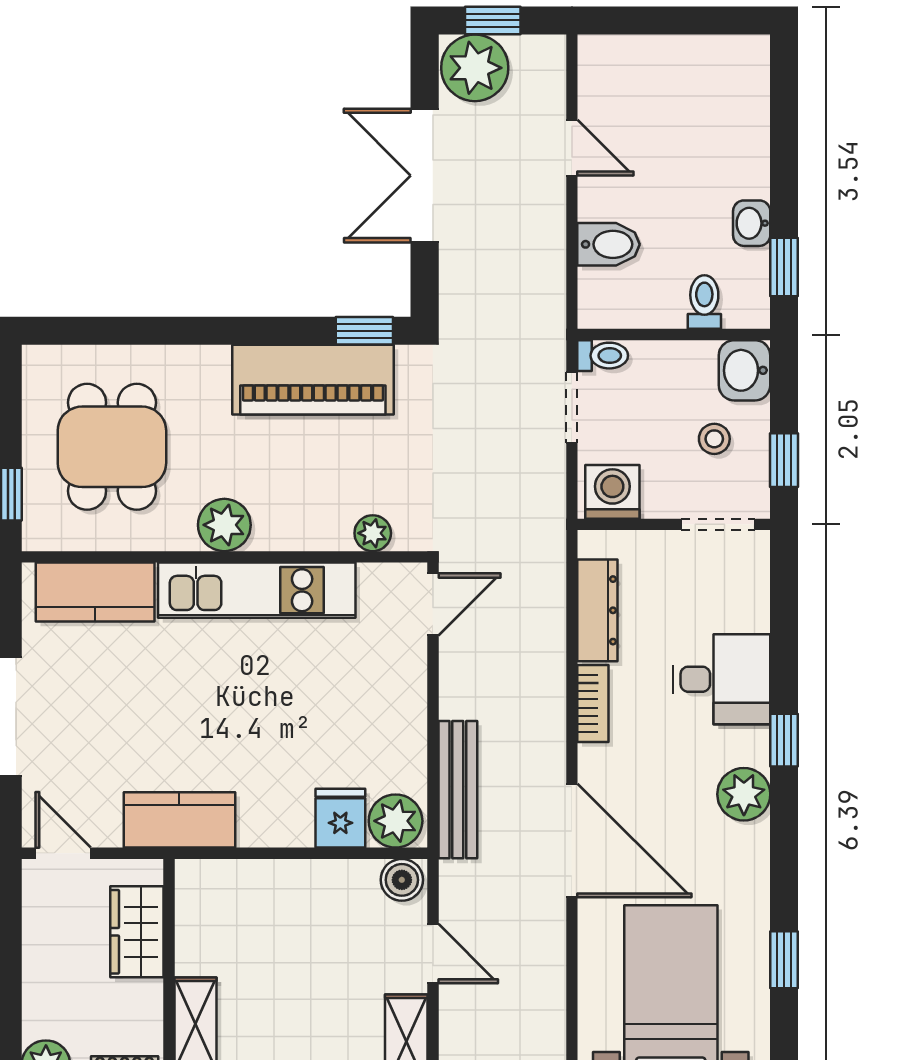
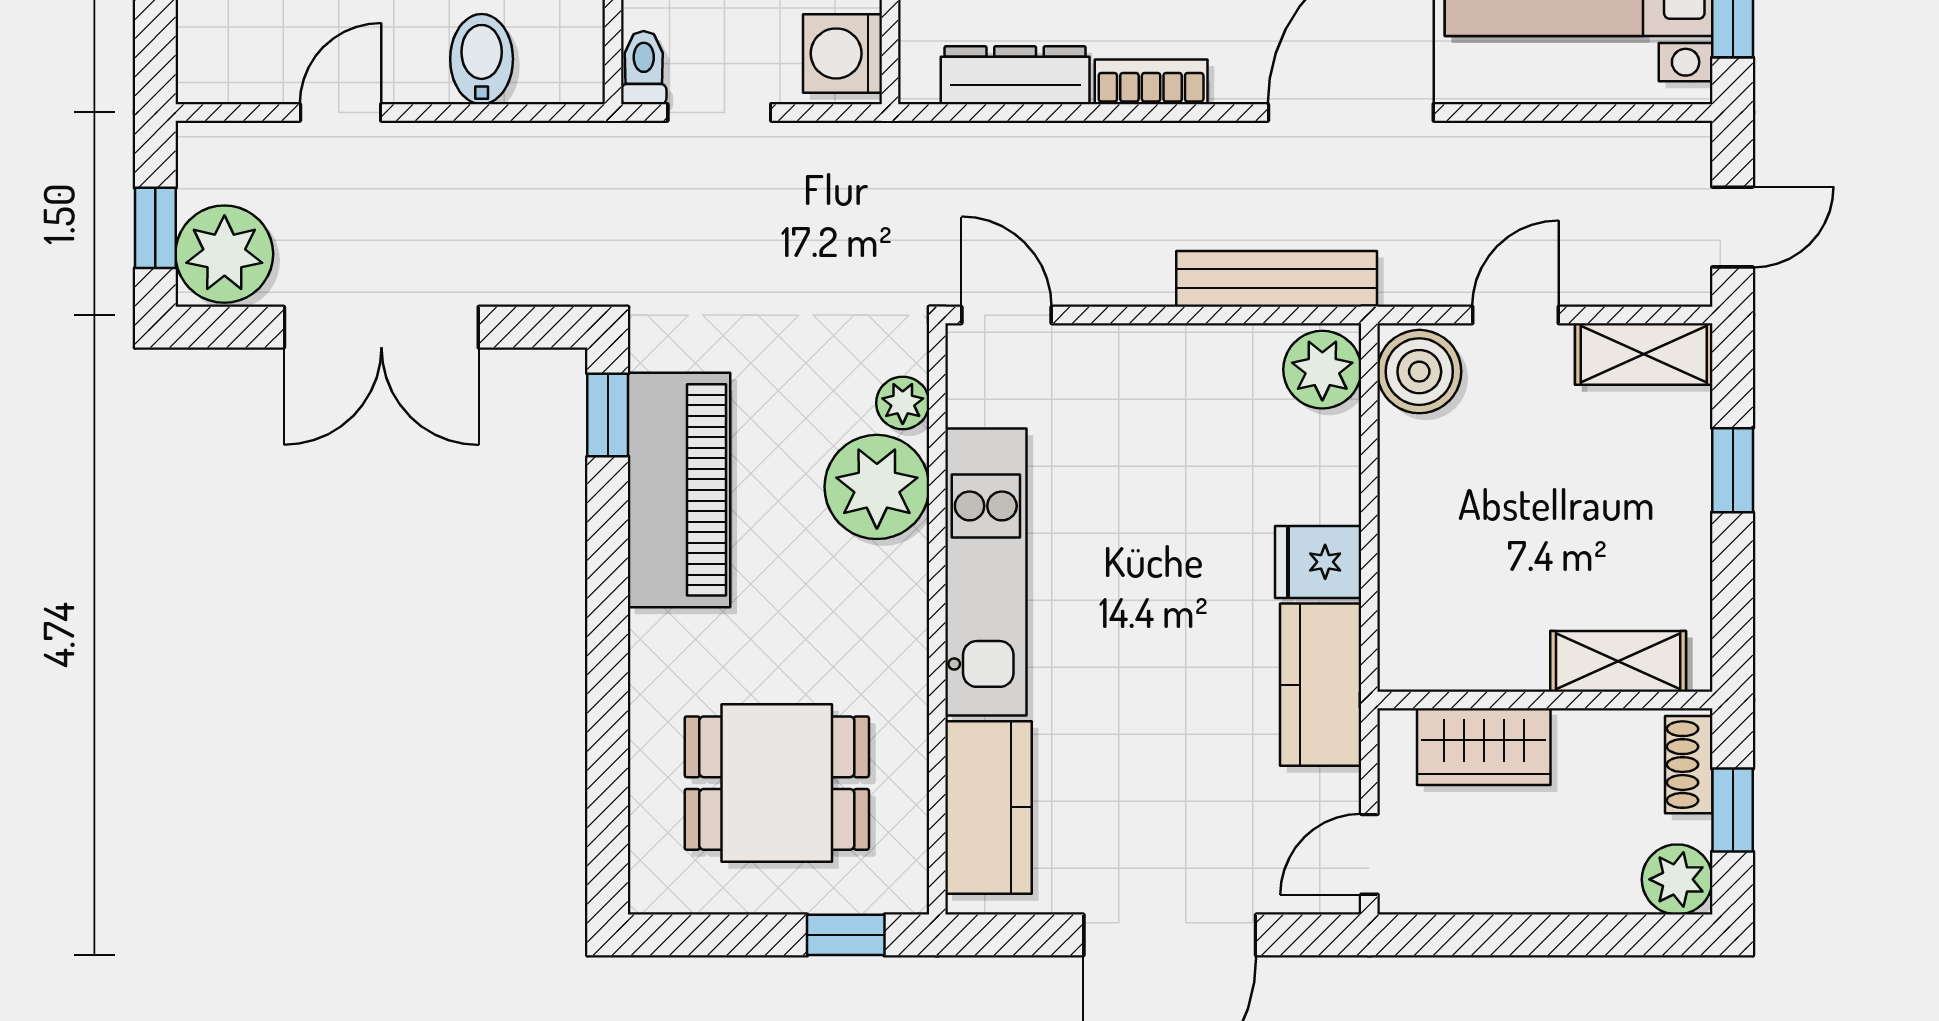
plant: (224, 525) -> (877, 487), moved, width x1.36, depth x1.36
fridge: (340, 818) -> (1318, 562), moved
boiler: (402, 880) -> (1419, 372), width x1.36, depth x1.36

